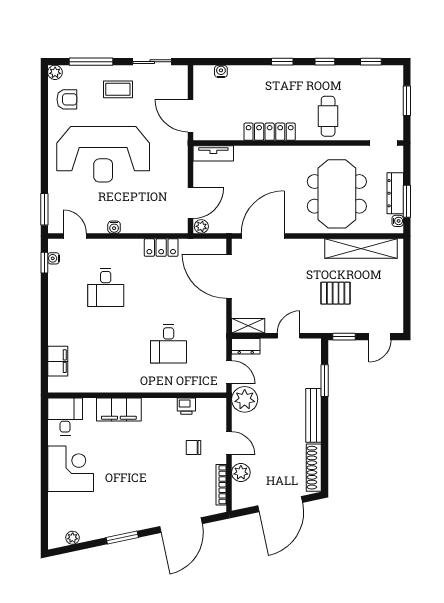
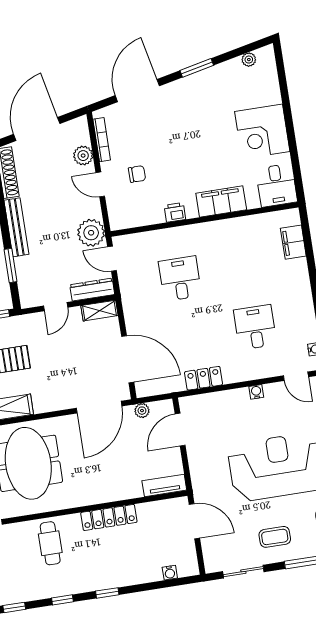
plant: (201, 226) -> (142, 411), moved
dresser: (246, 346) -> (92, 290), width x1.44
printer: (186, 406) -> (175, 212), moved

